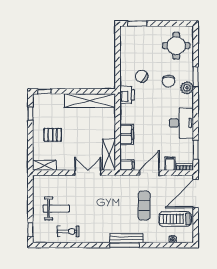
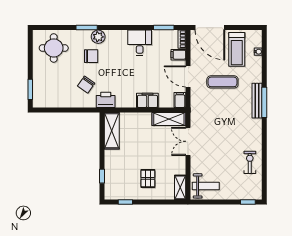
window: (44, 91) -> (102, 176), moved
shelving: (90, 101) -> (112, 131), width x0.68
desk: (181, 123) -> (140, 43), width x0.73
weight bench: (56, 208) -> (206, 186), moved, turned 90

